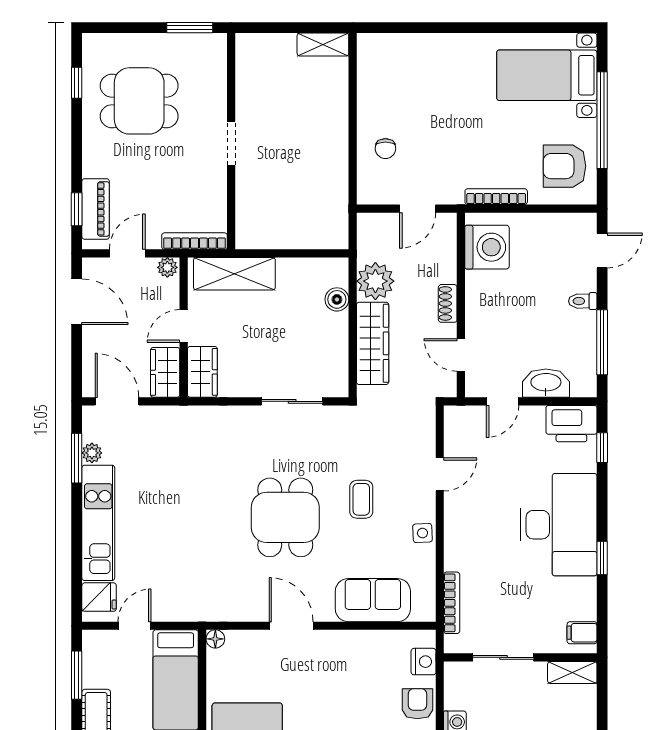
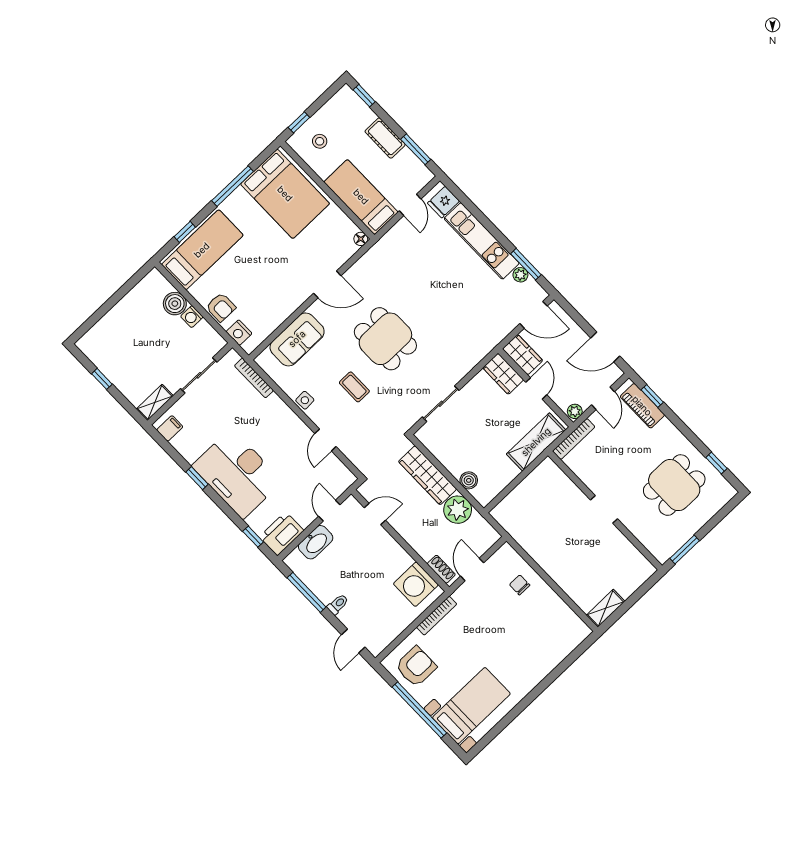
shoe rack: (448, 303) -> (441, 569), moved

